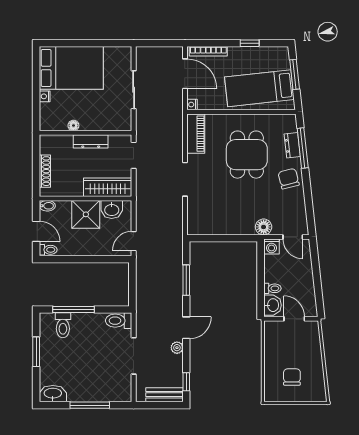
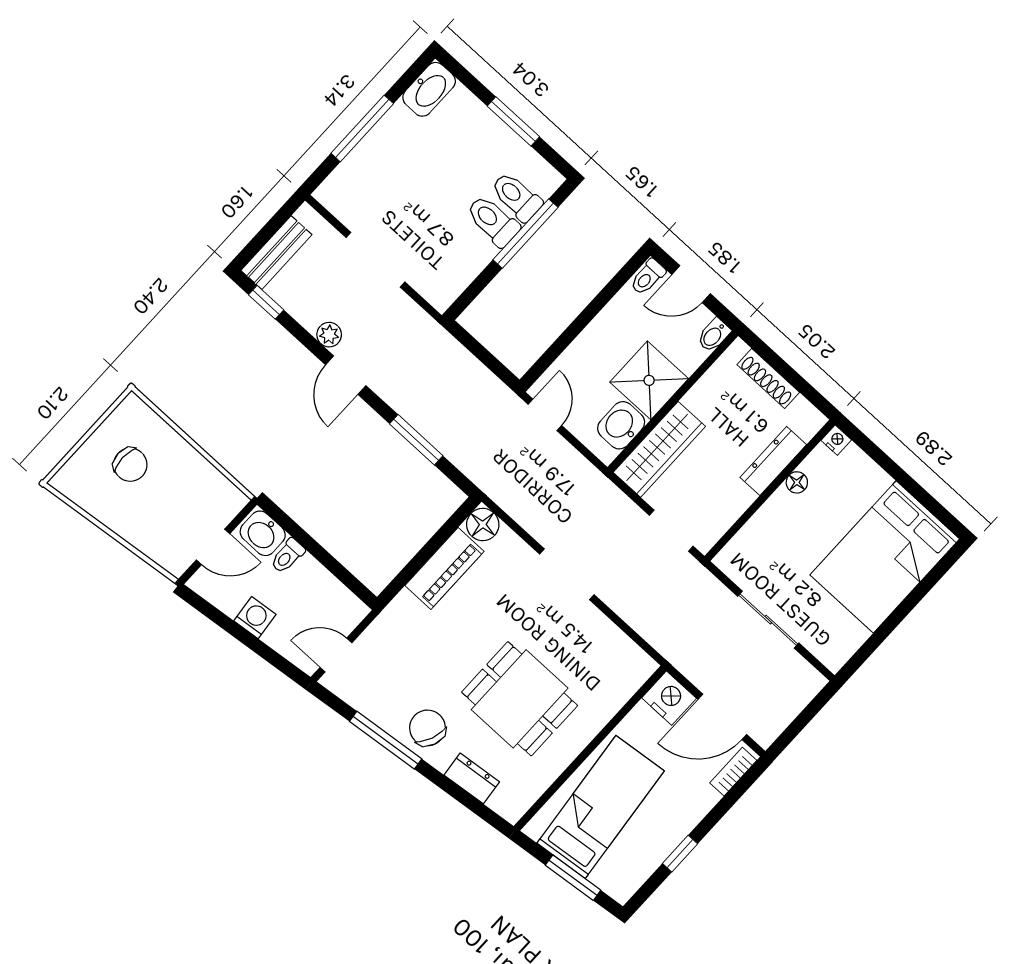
bookcase: (208, 51) -> (733, 772), width x0.64
nightstand: (45, 96) -> (836, 440), moved
nightstand: (192, 105) -> (669, 698), width x1.89, depth x1.79
piano: (196, 134) -> (445, 568), moved, turned -90
dresser: (91, 141) -> (773, 461), moved
window: (303, 148) -> (386, 740), moved
chair: (289, 179) -> (427, 728), turned -144
floor lamp: (264, 227) -> (483, 524), moved
washing machine: (271, 246) -> (255, 618), moved, turned 84
toilet: (119, 321) -> (493, 221), moved, turned -90

